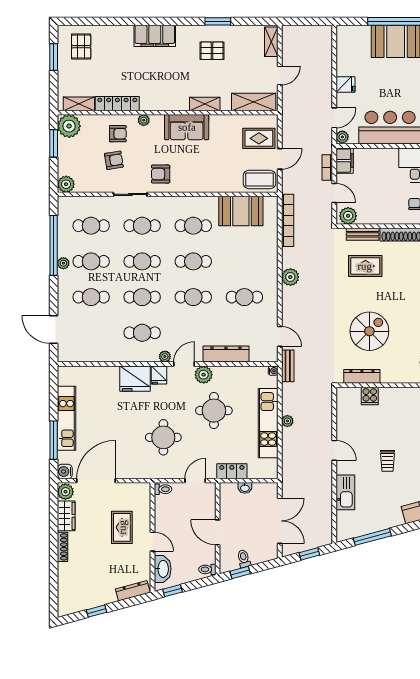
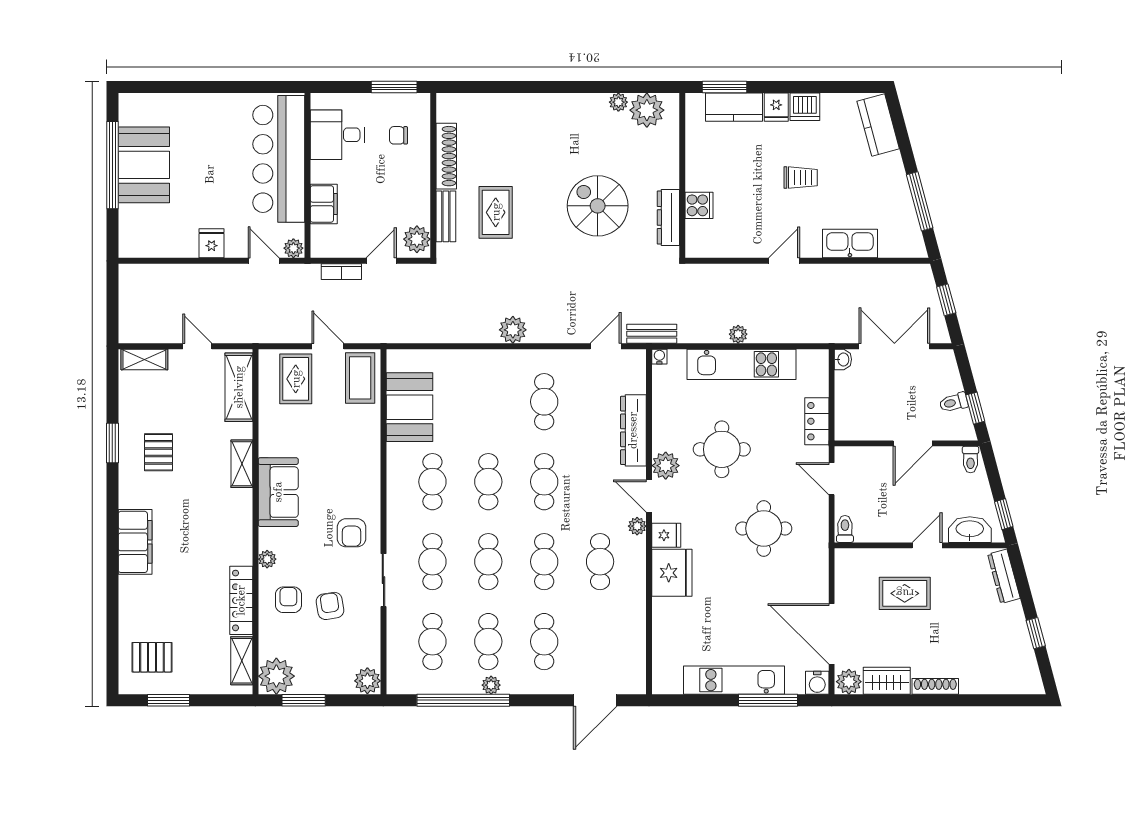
filing cabinet: (345, 161) -> (324, 204), moved, turned 90
bookcase: (288, 220) -> (424, 334), removed
washbasin: (245, 488) -> (843, 359), moved

